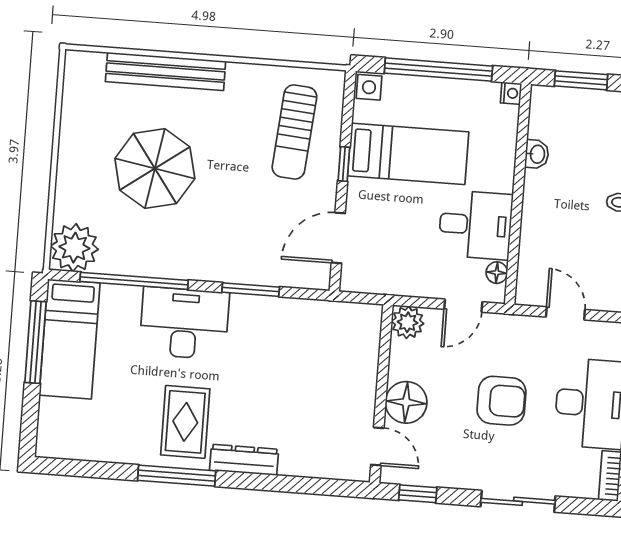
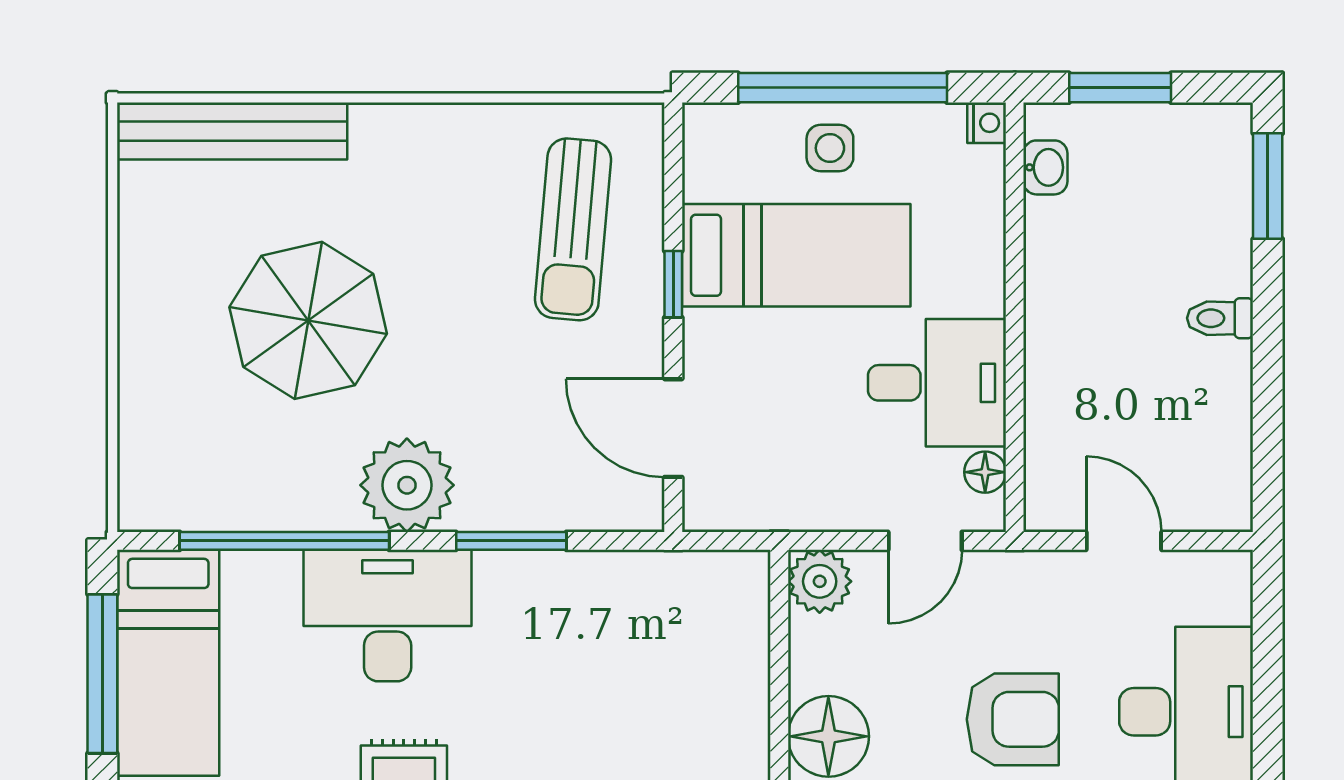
bench: (166, 71) -> (232, 131), moved
side table: (369, 87) -> (830, 148), moved
washbasin: (537, 154) -> (1045, 167), moved
door: (338, 238) -> (673, 428), hinge flipped
plant: (74, 248) -> (407, 485), moved

